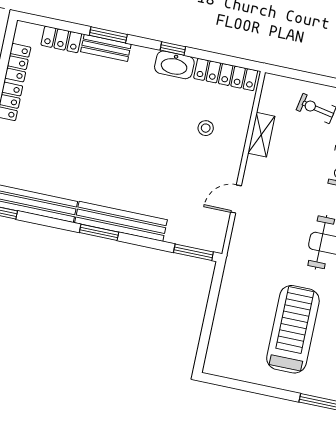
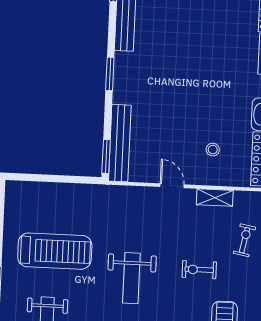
door: (236, 199) -> (172, 186), moved
bench: (121, 221) -> (120, 143), moved

